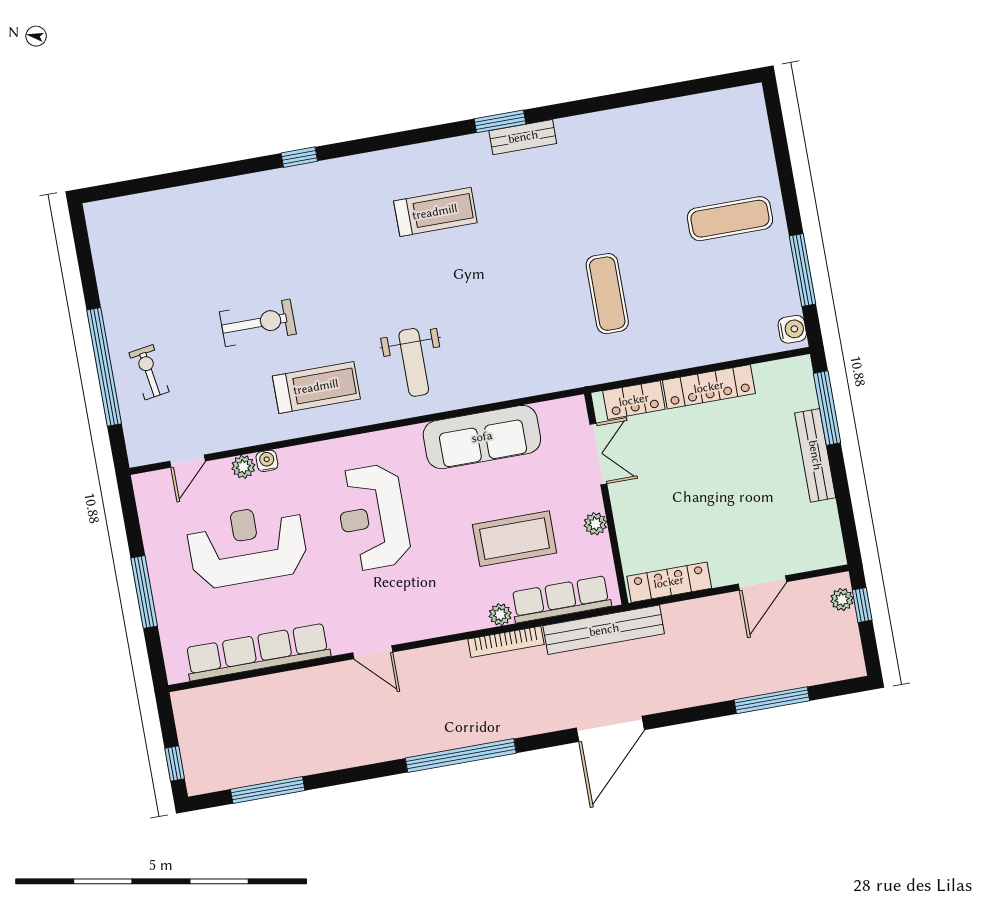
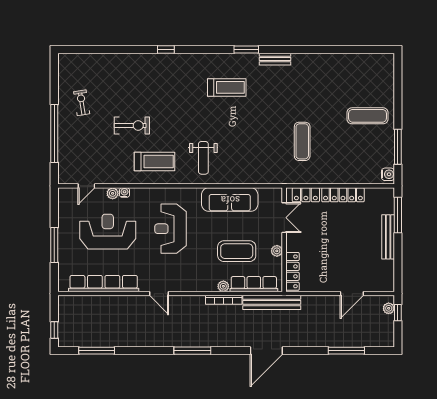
window: (500, 121) -> (246, 49), moved
exercise bike: (149, 372) -> (82, 103), moved
locker: (669, 582) -> (292, 271), moved, turned 90
window: (461, 756) -> (192, 351), width x0.68

